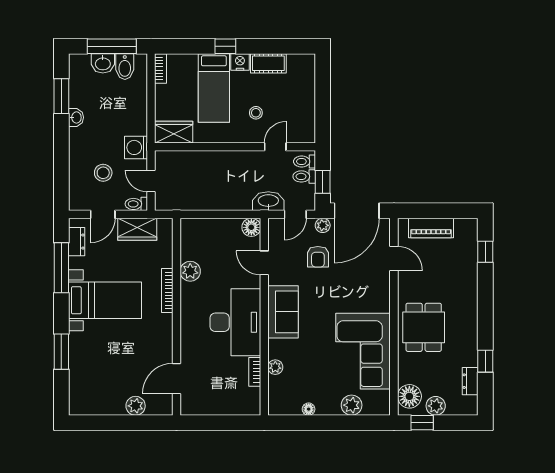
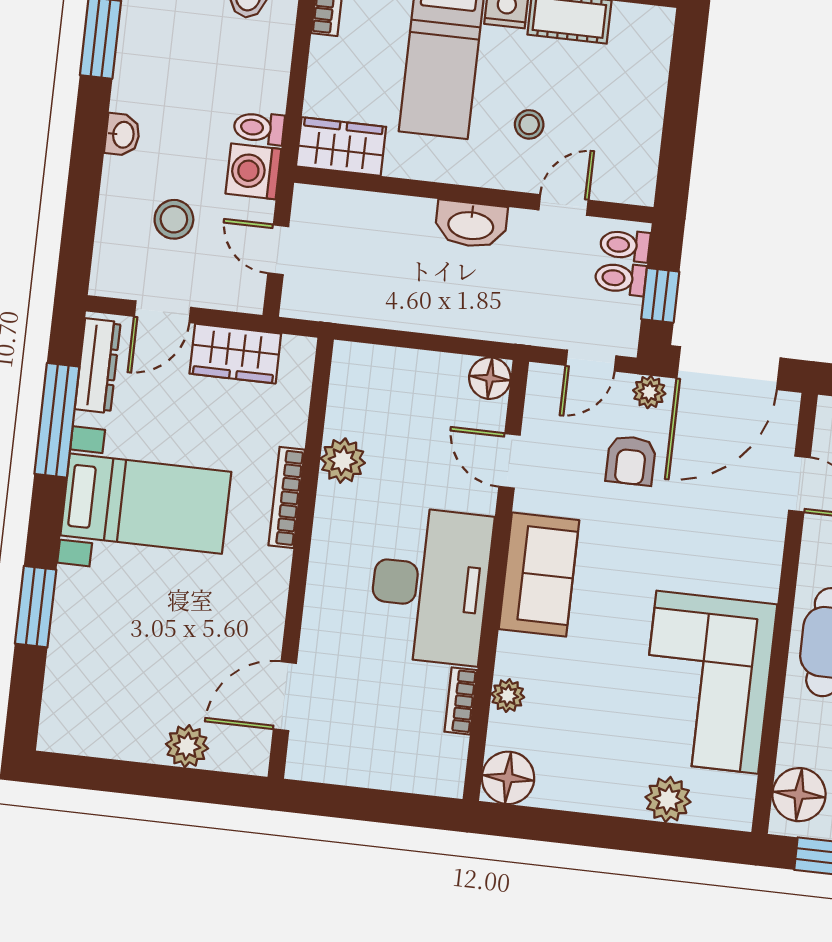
washbasin: (76, 117) -> (122, 135), moved
washbasin: (268, 201) -> (471, 224), moved, turned 180
toilet: (136, 204) -> (259, 128), moved
dresser: (77, 242) -> (98, 366), width x1.44
floor lamp: (309, 409) -> (508, 778), moved, width x1.89, depth x1.89

